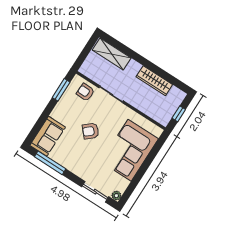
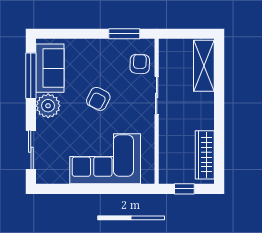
wardrobe: (154, 81) -> (205, 155), moved
armchair: (91, 131) -> (98, 99), turned -111
sofa: (48, 136) -> (50, 68), moved, turned -90
plant: (116, 196) -> (48, 106), moved, width x1.88, depth x1.88

